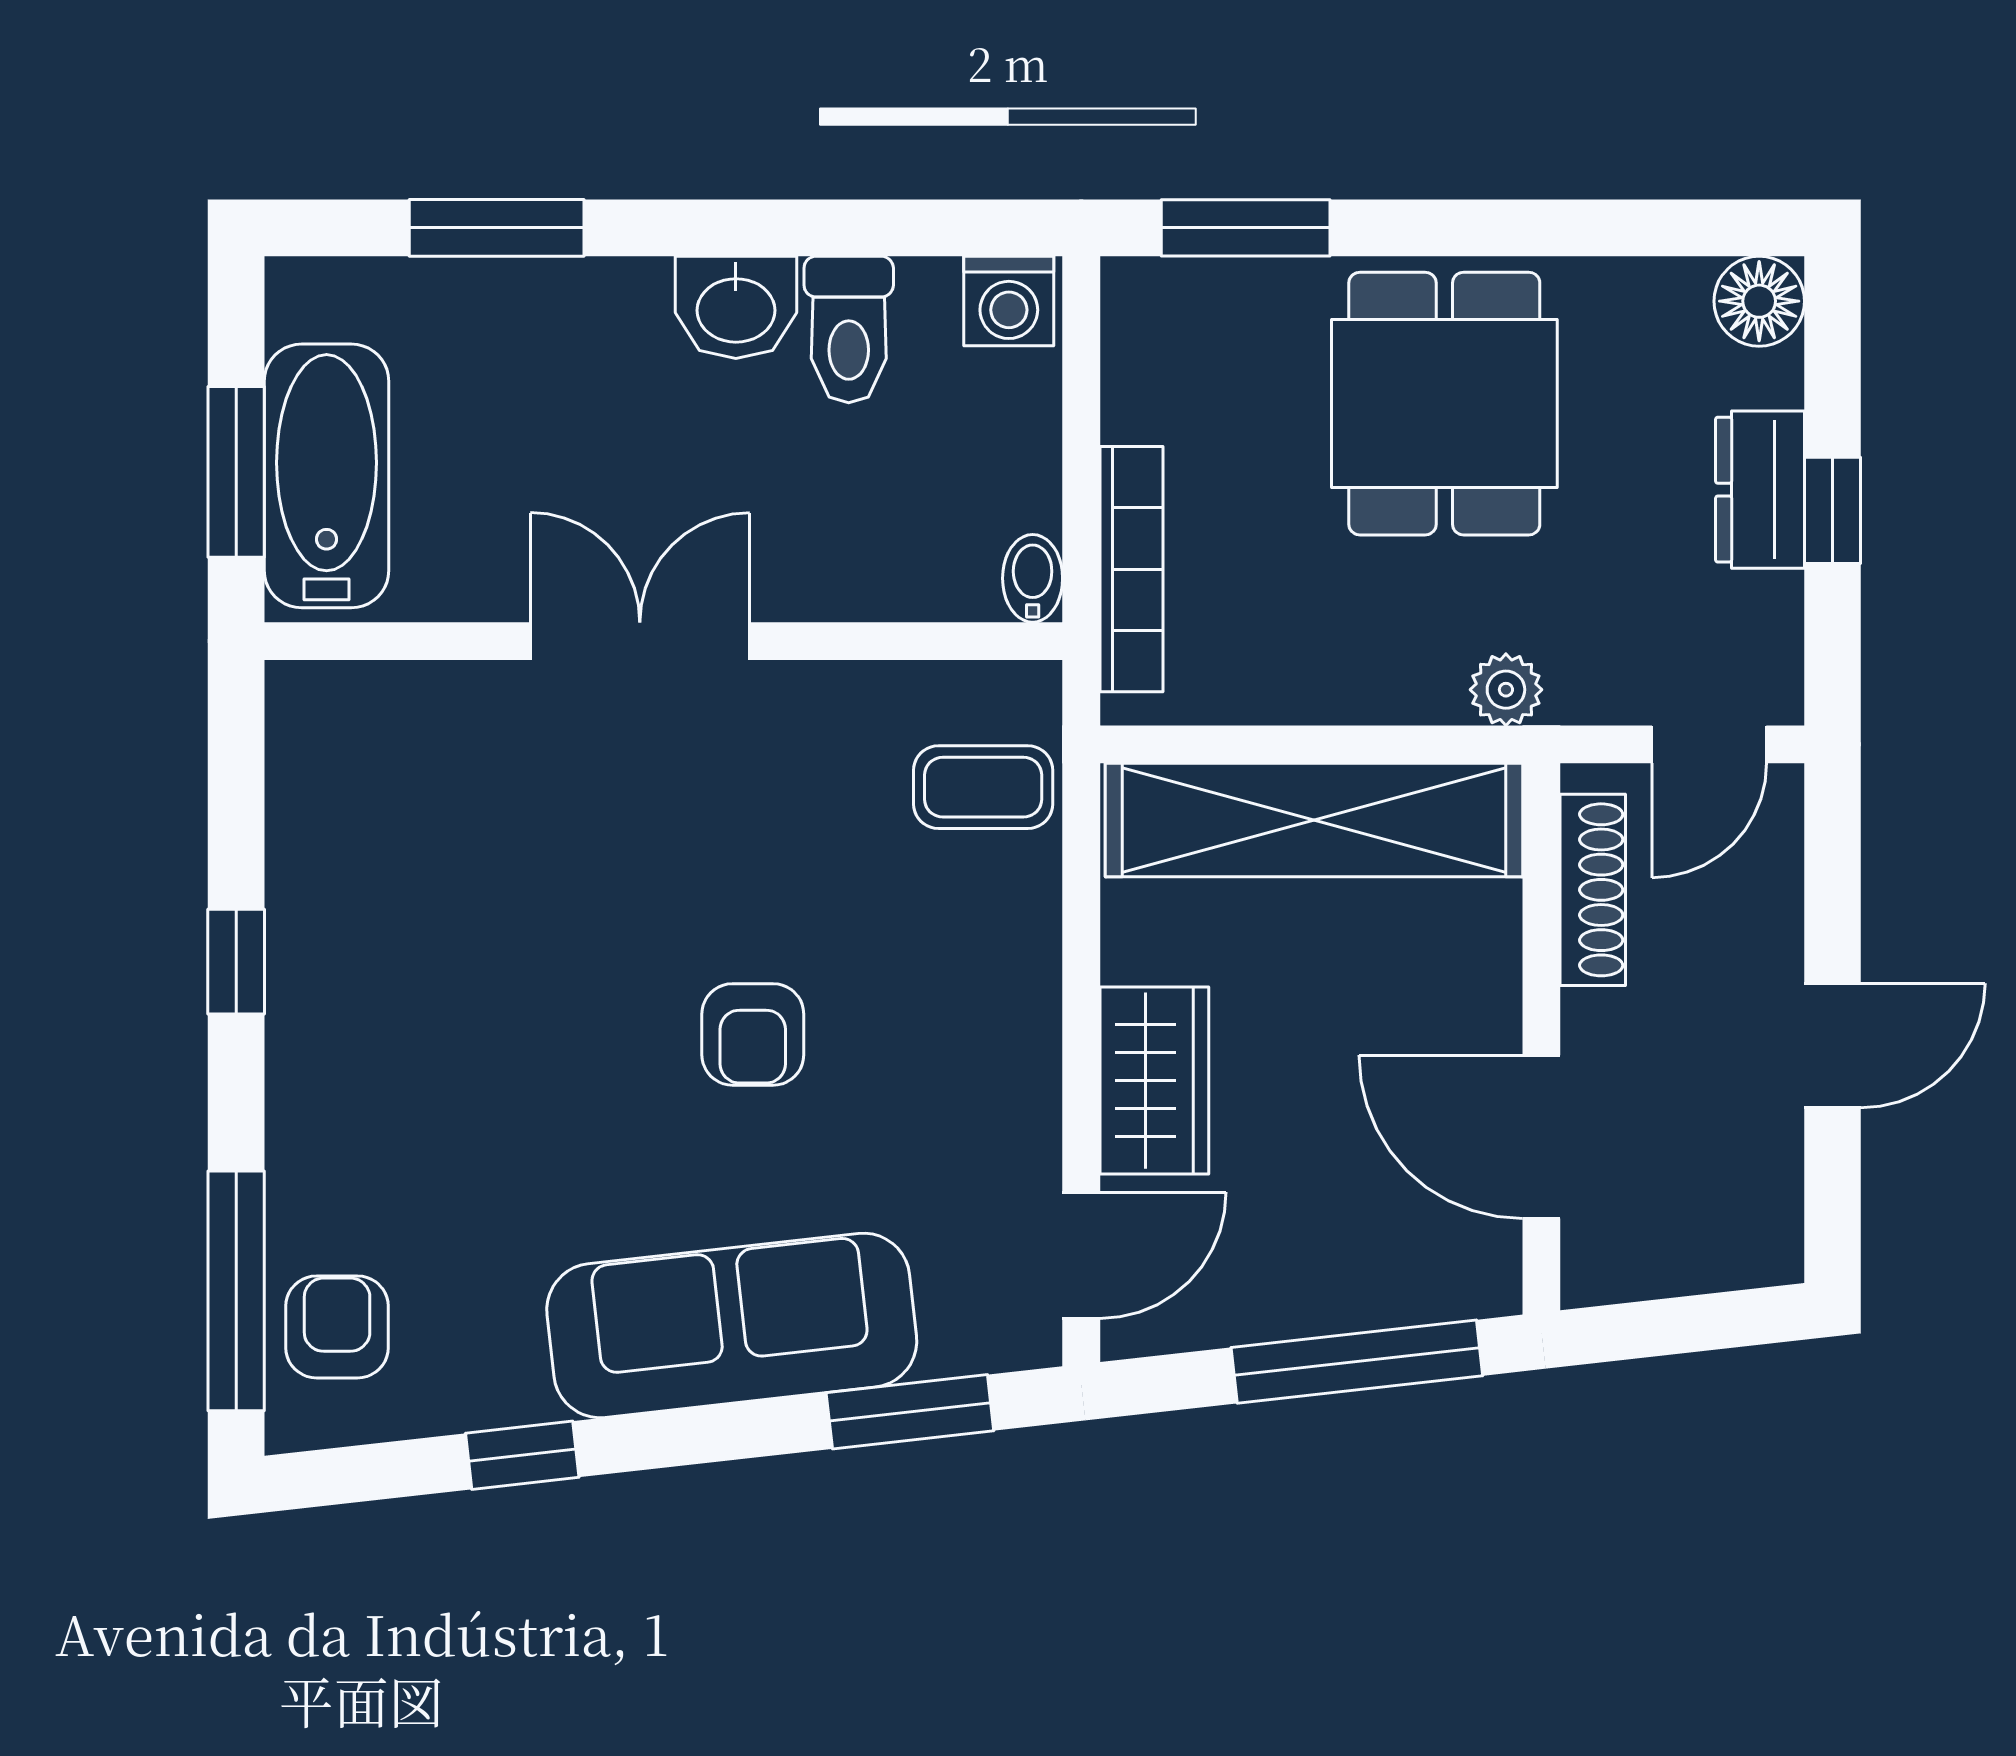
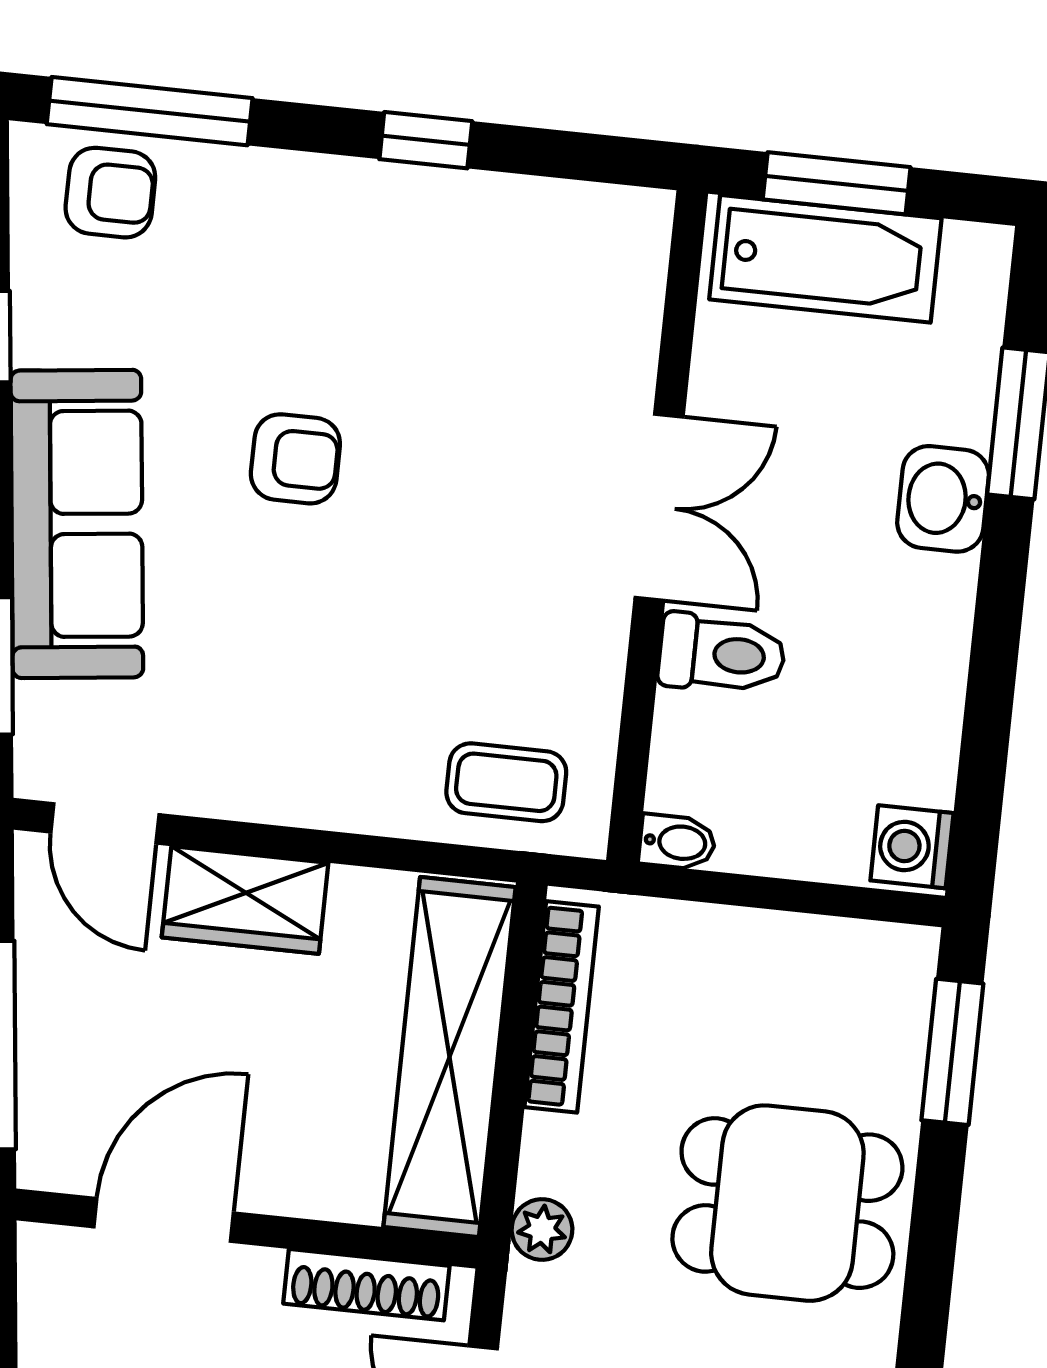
washbasin: (736, 307) -> (943, 499), moved
toilet: (849, 329) -> (722, 654), moved, turned 180
bookcase: (1131, 569) -> (562, 1007), moved, turned -90
coffee table: (983, 787) -> (506, 782), turned 90
armchair: (753, 1034) -> (295, 459), moved, turned 180

